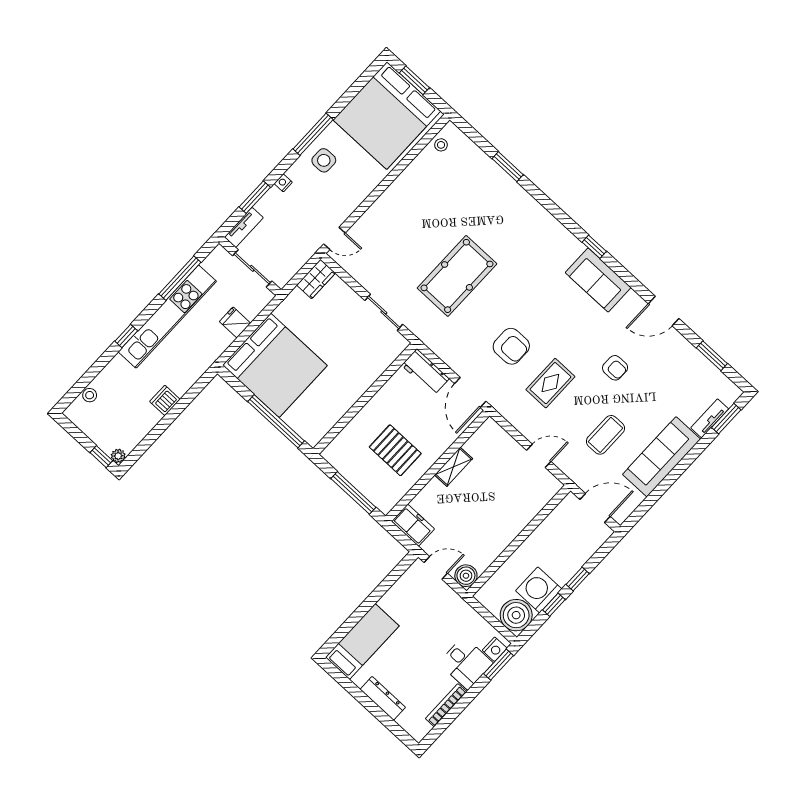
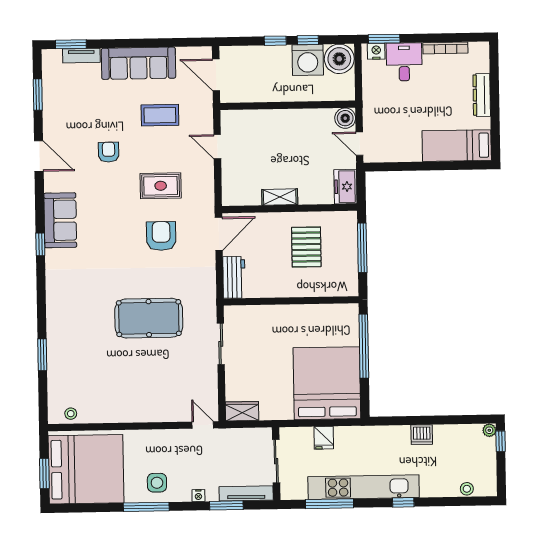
tv unit: (244, 227) -> (246, 493), width x1.41

